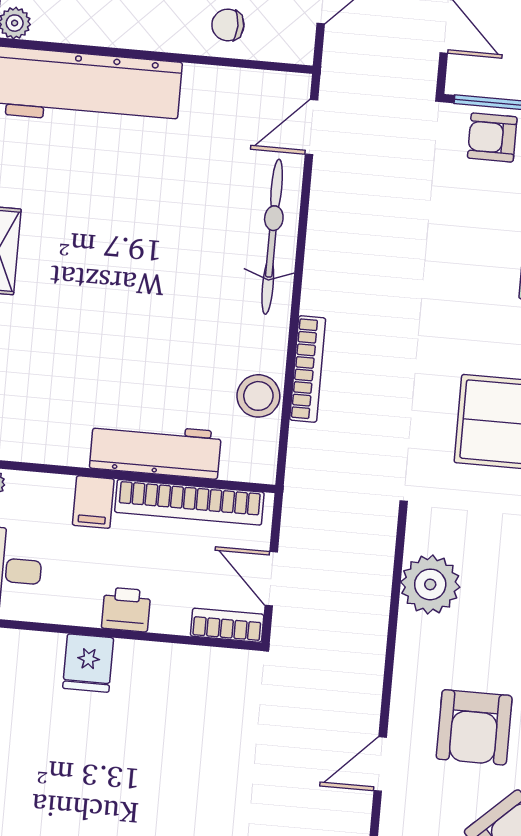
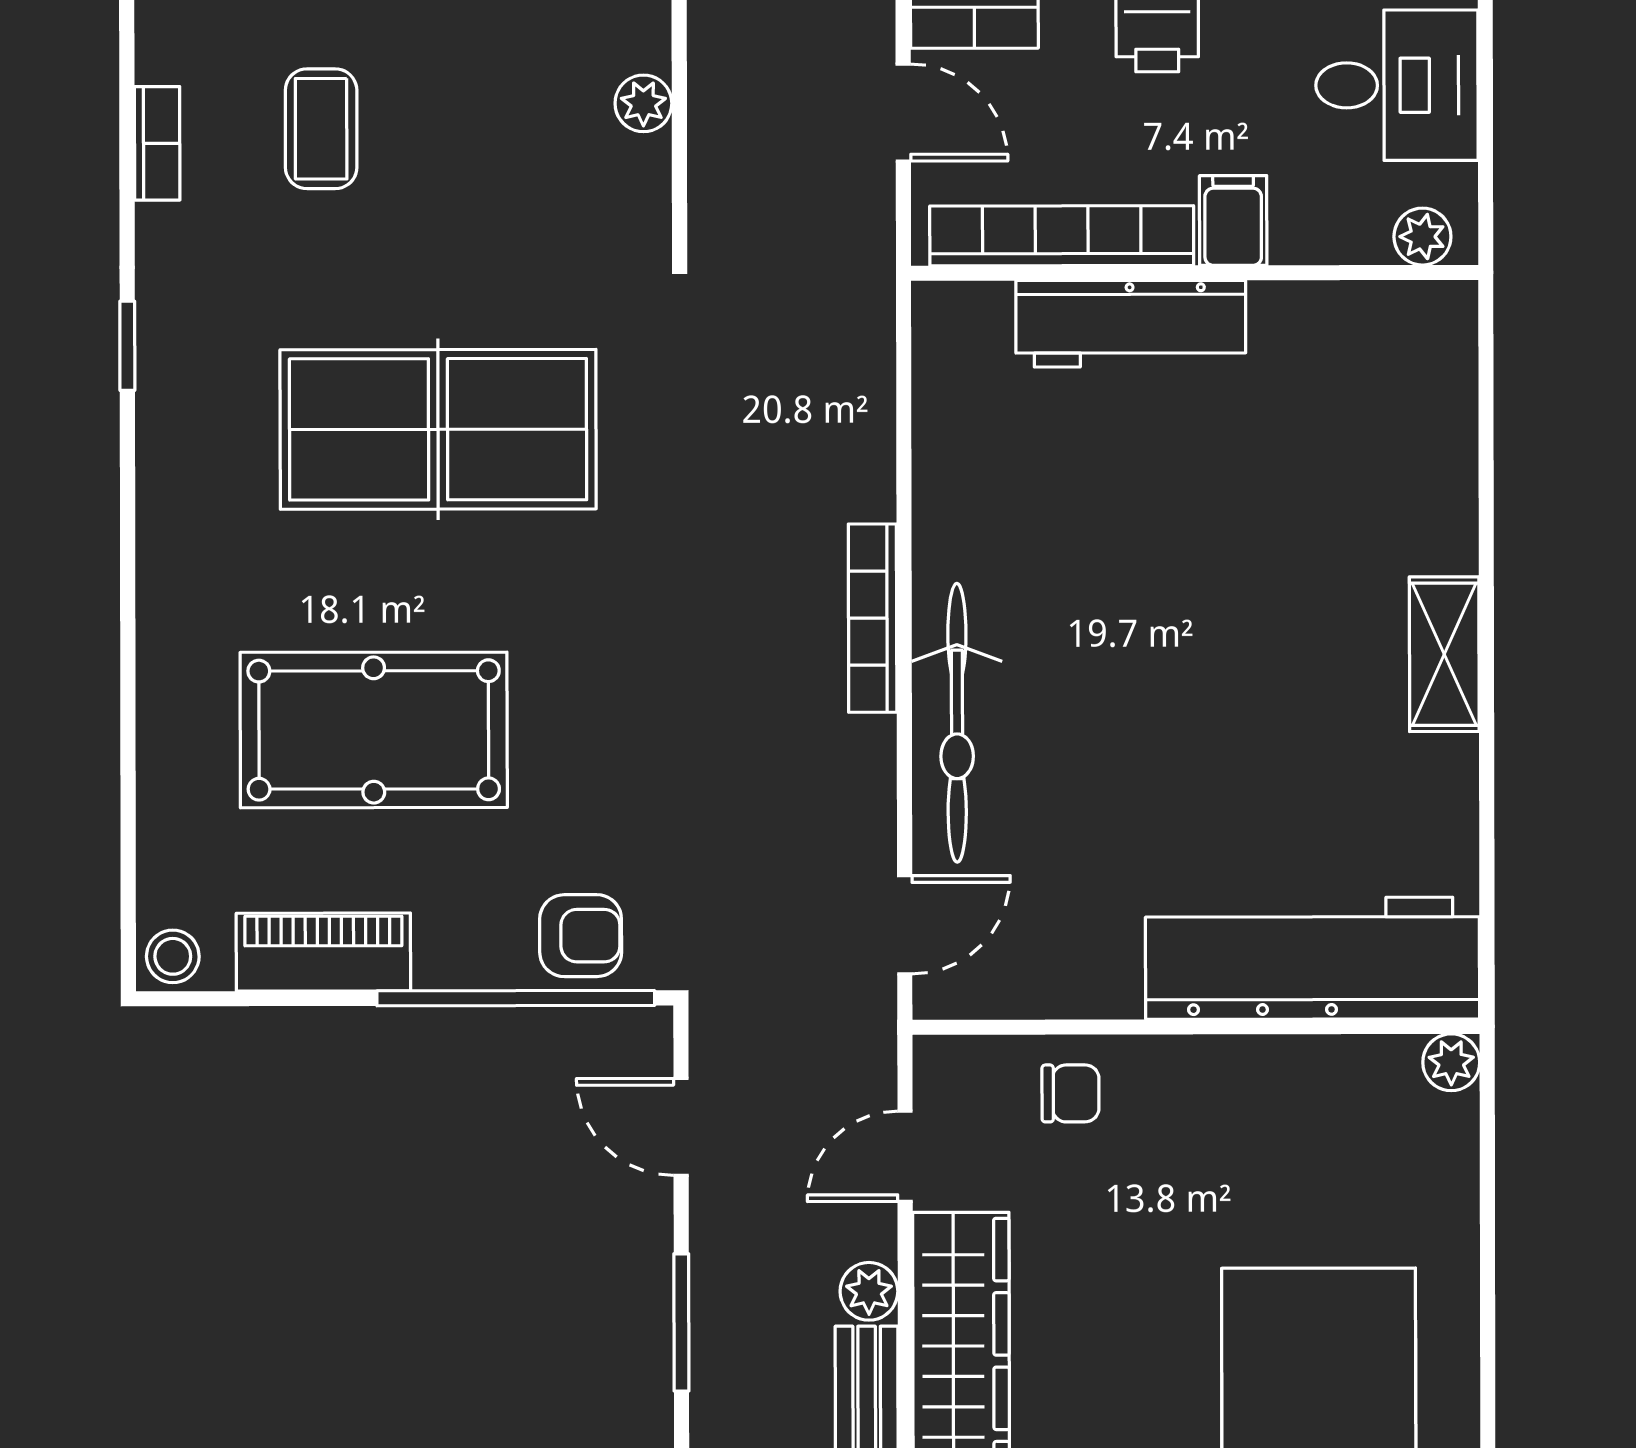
bookcase: (308, 369) -> (873, 618), moved
stool: (258, 396) -> (956, 437), removed
plant: (430, 584) -> (643, 103), width x0.53, depth x0.53

